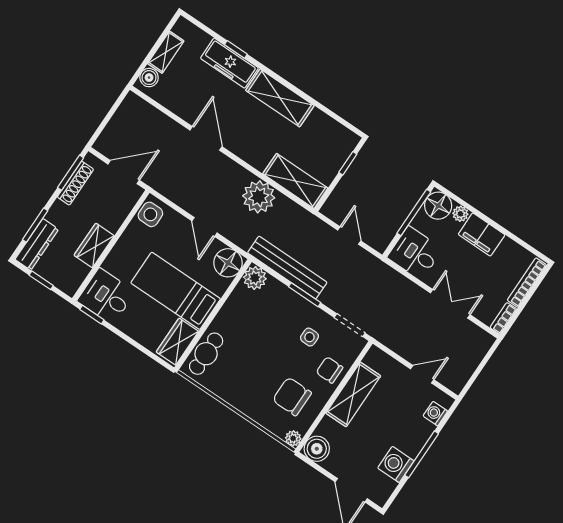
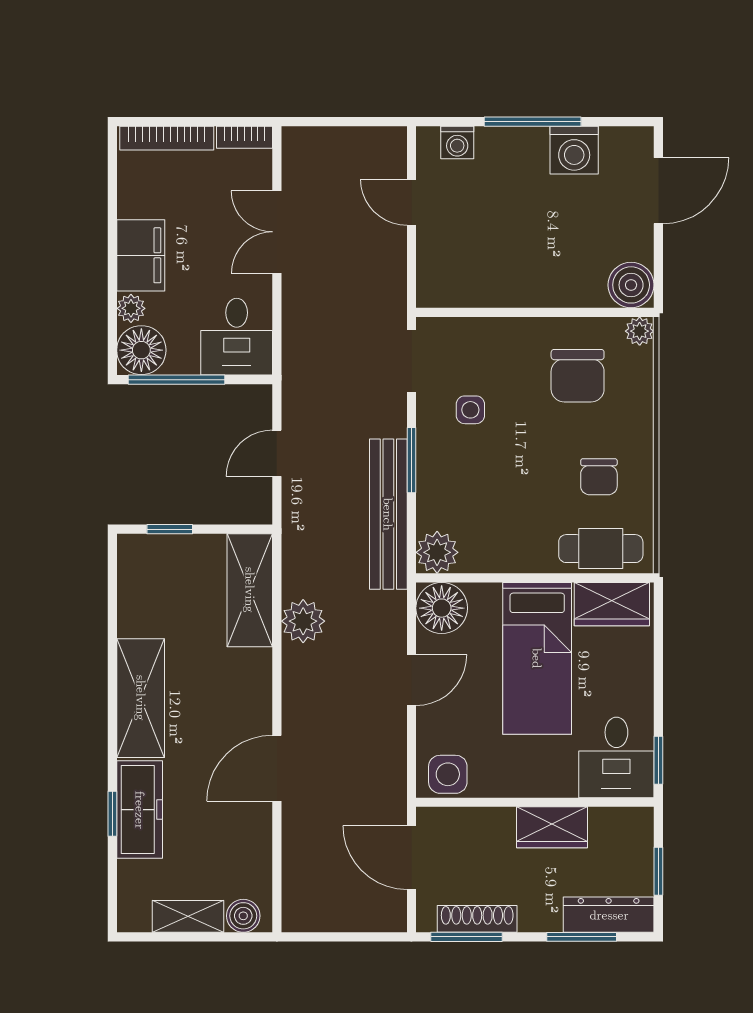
plant: (259, 197) -> (303, 621), width x0.73, depth x0.73
chair: (329, 370) -> (599, 477), moved
shelving: (353, 394) -> (512, 285), removed

